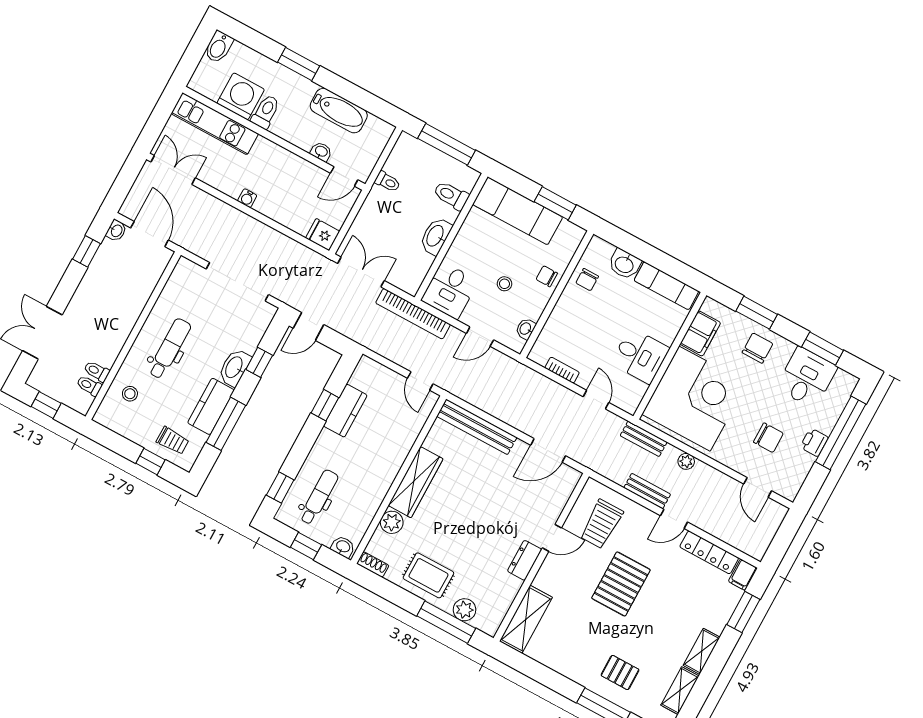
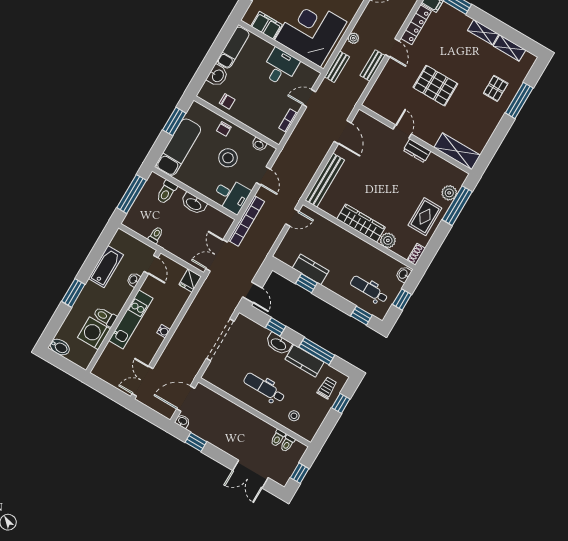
kitchen unit: (215, 124) -> (131, 319), moved
stool: (504, 284) -> (228, 158), width x1.89, depth x1.89
trolley: (601, 524) -> (394, 97), removed

